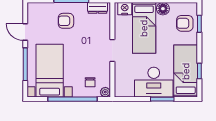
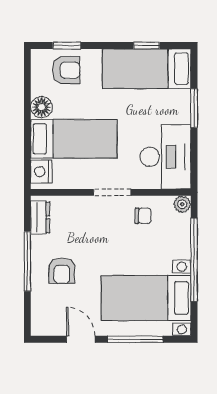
armchair: (185, 23) -> (66, 70), turned -90
door: (25, 32) -> (81, 339), swing flipped
chair: (90, 82) -> (143, 216), moved
desk: (154, 82) -> (165, 157), moved

